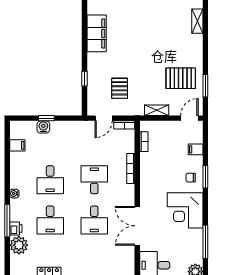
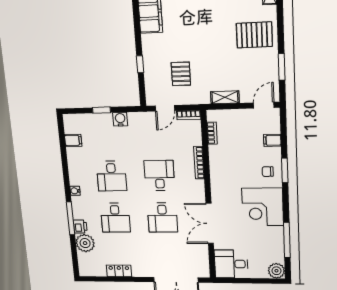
pallet: (181, 78) -> (254, 35), moved
water cooler: (43, 127) -> (120, 119), moved

